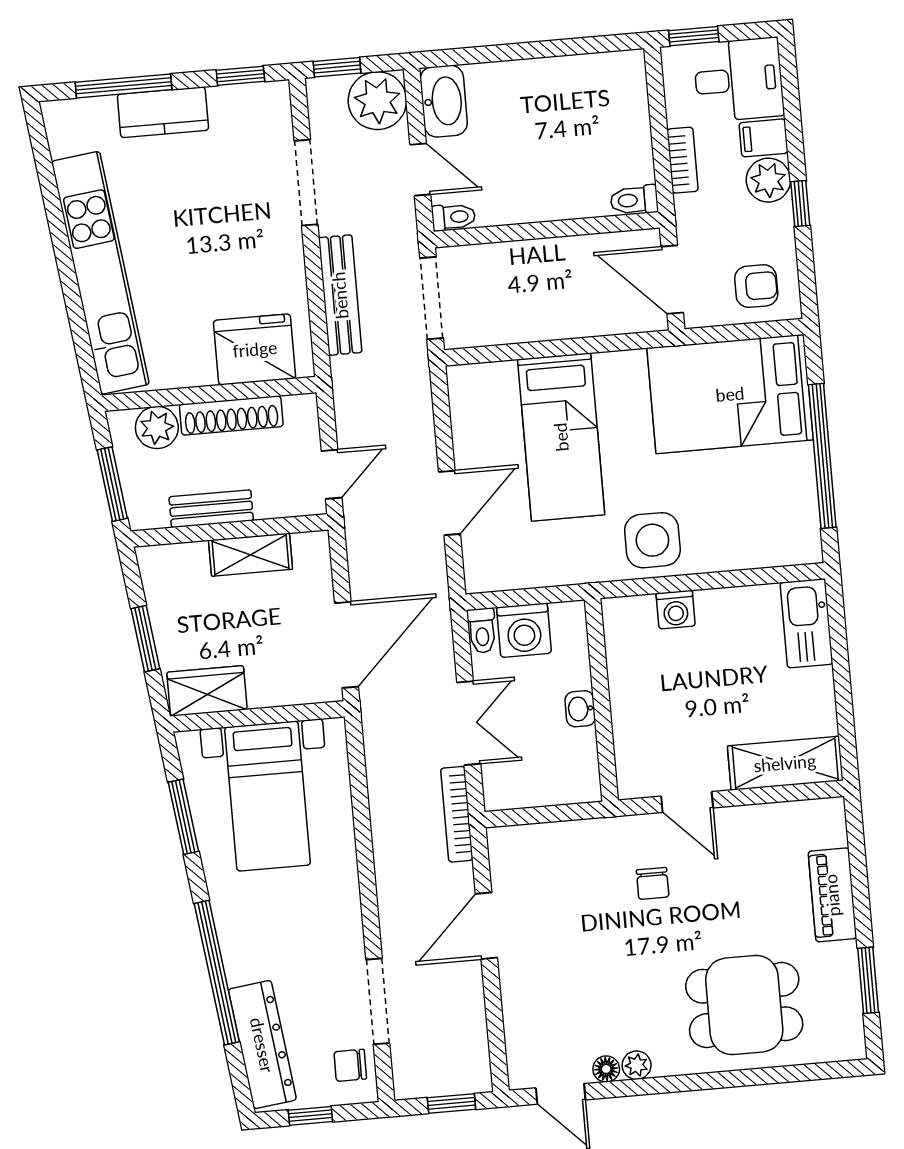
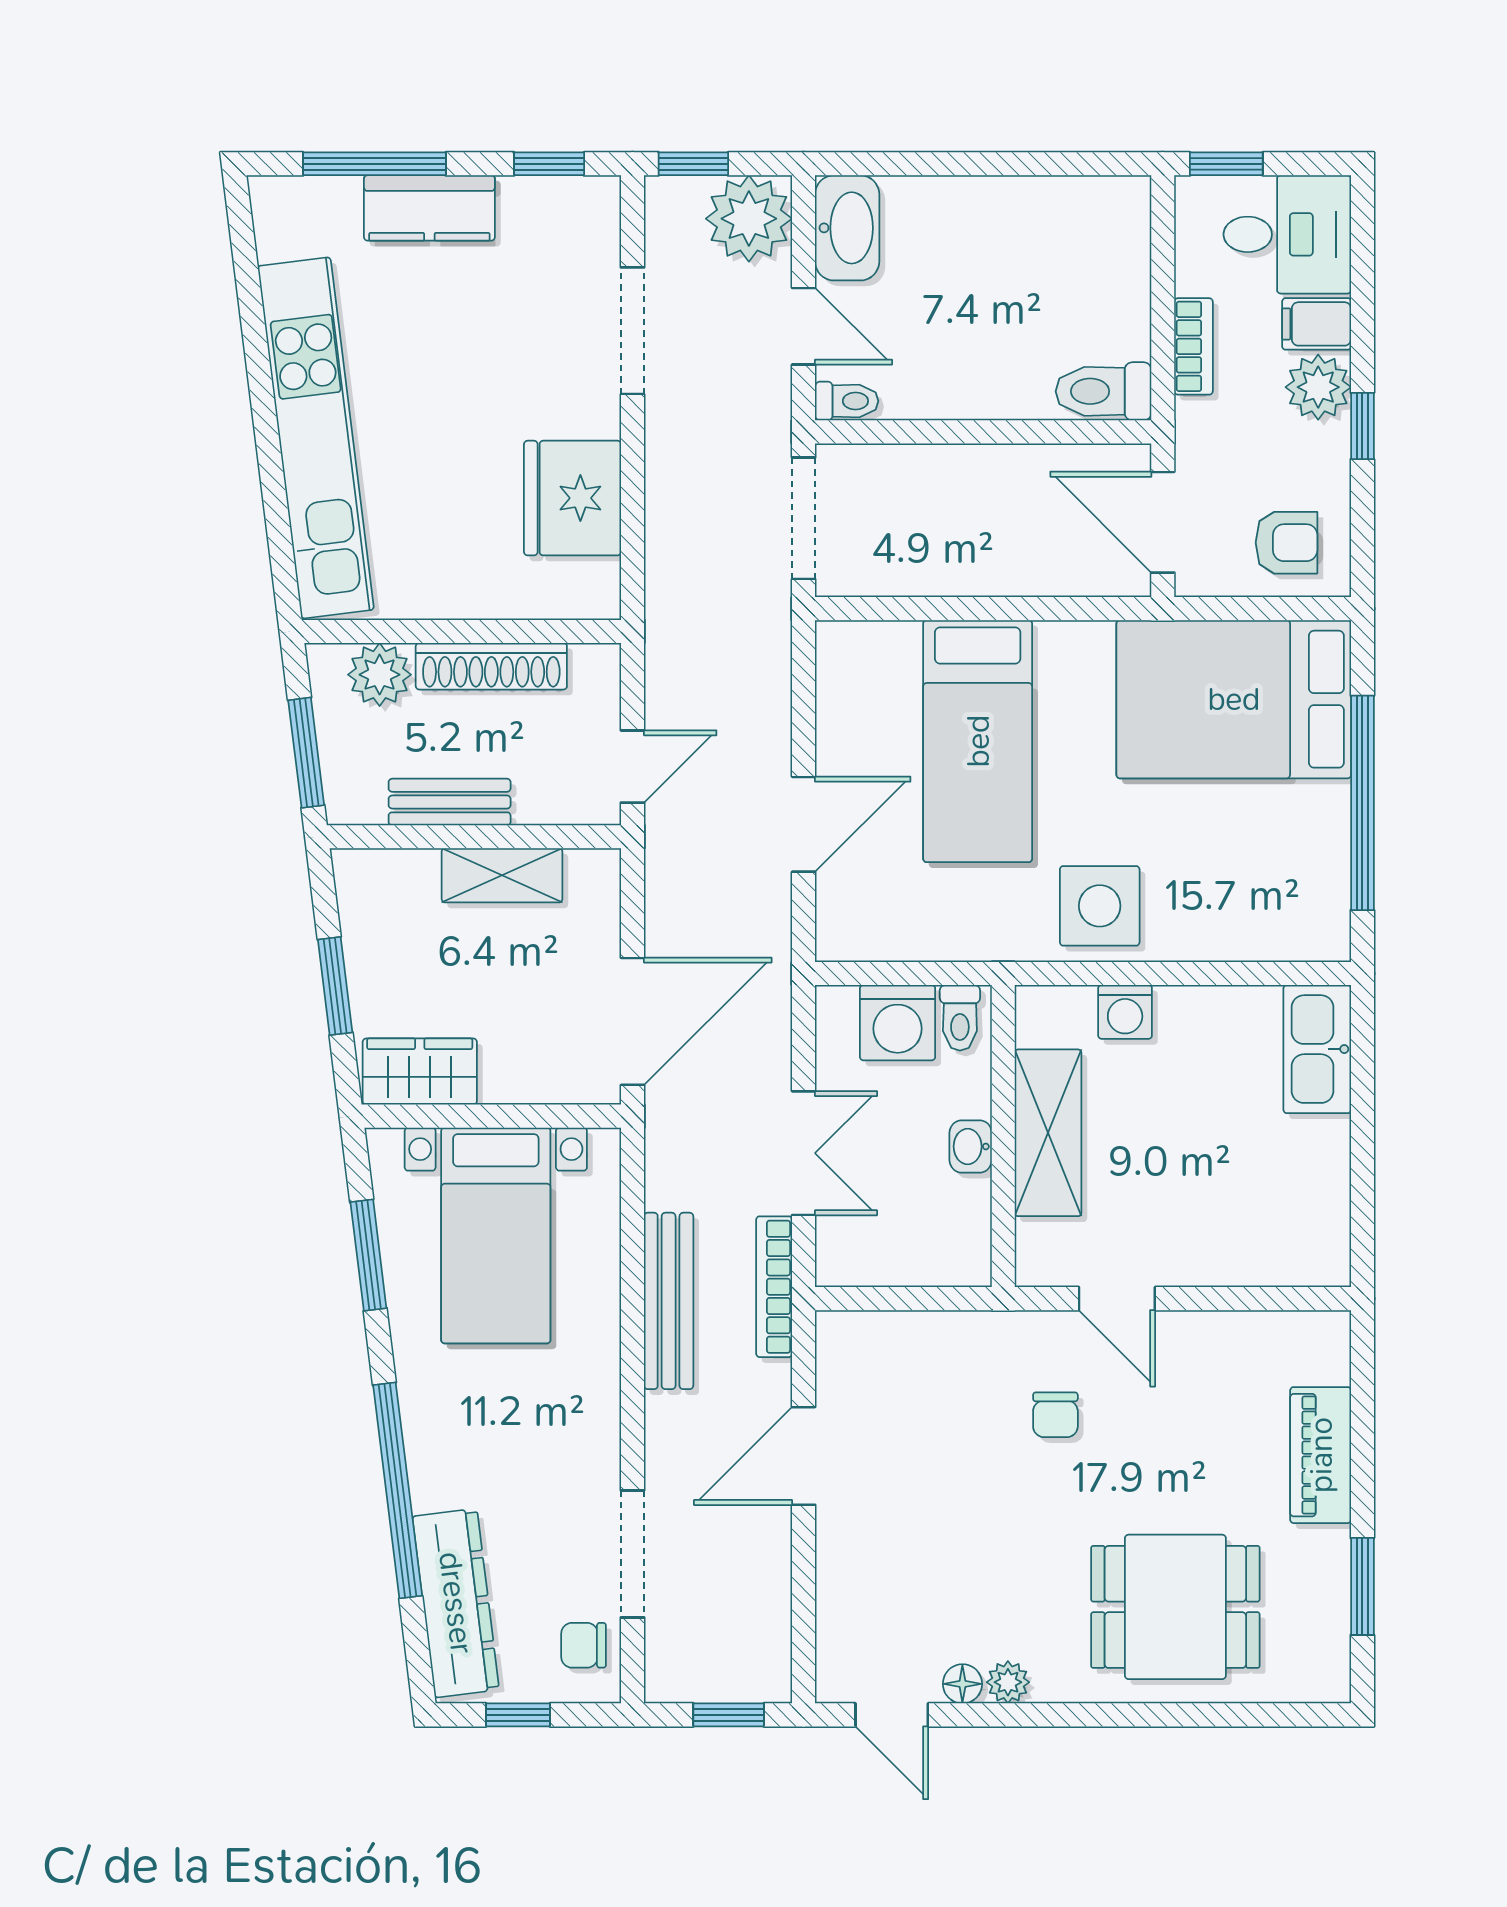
toilet: (634, 200) -> (1103, 391), width x1.37, depth x1.39
bench: (340, 295) -> (669, 1301), moved
fridge: (255, 349) -> (573, 498), moved, turned -90
toilet: (482, 631) -> (960, 1018), moved
shelving: (785, 763) -> (1048, 1133), moved, turned 90

